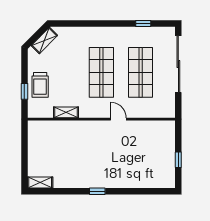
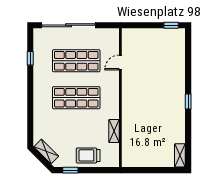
trolley: (40, 85) -> (88, 155), turned 180
window: (24, 91) -> (70, 170), moved
door: (118, 119) -> (120, 62), moved
window: (178, 160) -> (171, 25), moved

